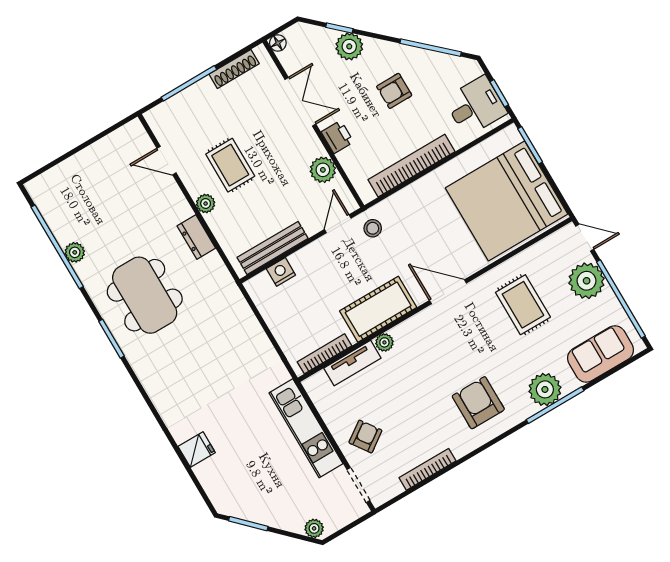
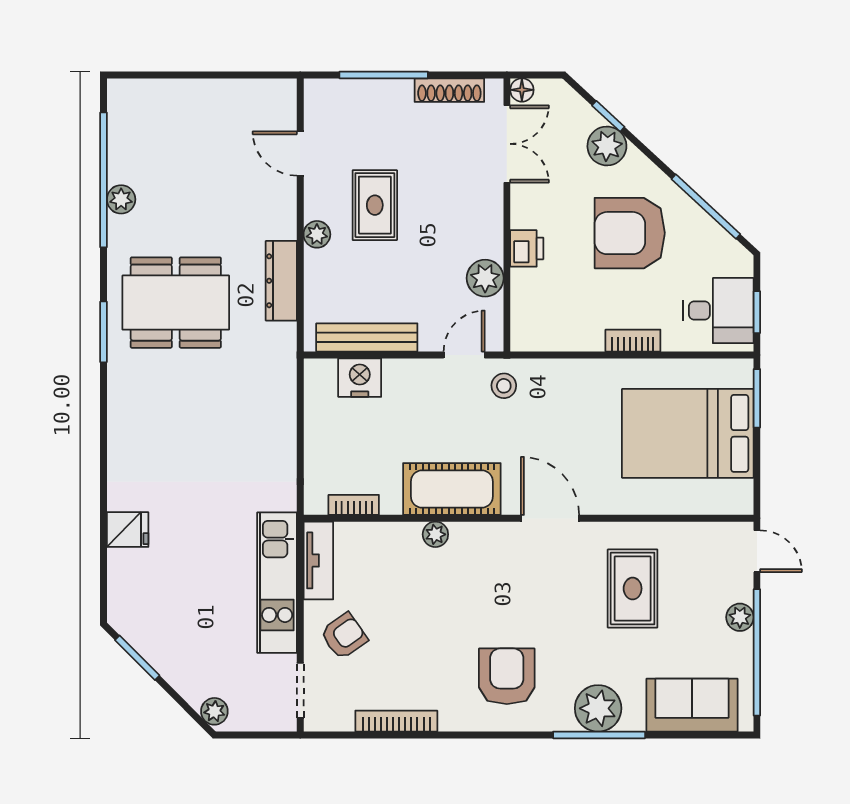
armchair: (394, 91) -> (630, 233), width x1.88, depth x1.88
double door: (300, 102) -> (507, 144), moved
bookcase: (411, 166) -> (633, 341), width x0.43, depth x0.76
bed: (507, 201) -> (688, 433), width x0.73
dresser: (196, 237) -> (281, 281), width x1.44
nightstand: (281, 272) -> (360, 378), width x1.36, depth x1.33
plant: (587, 281) -> (740, 617), width x0.53, depth x0.53
dining table: (145, 295) -> (176, 303), turned 90
bookcase: (325, 354) -> (354, 505), width x0.64
tv unit: (352, 363) -> (318, 560), moved, turned -90

